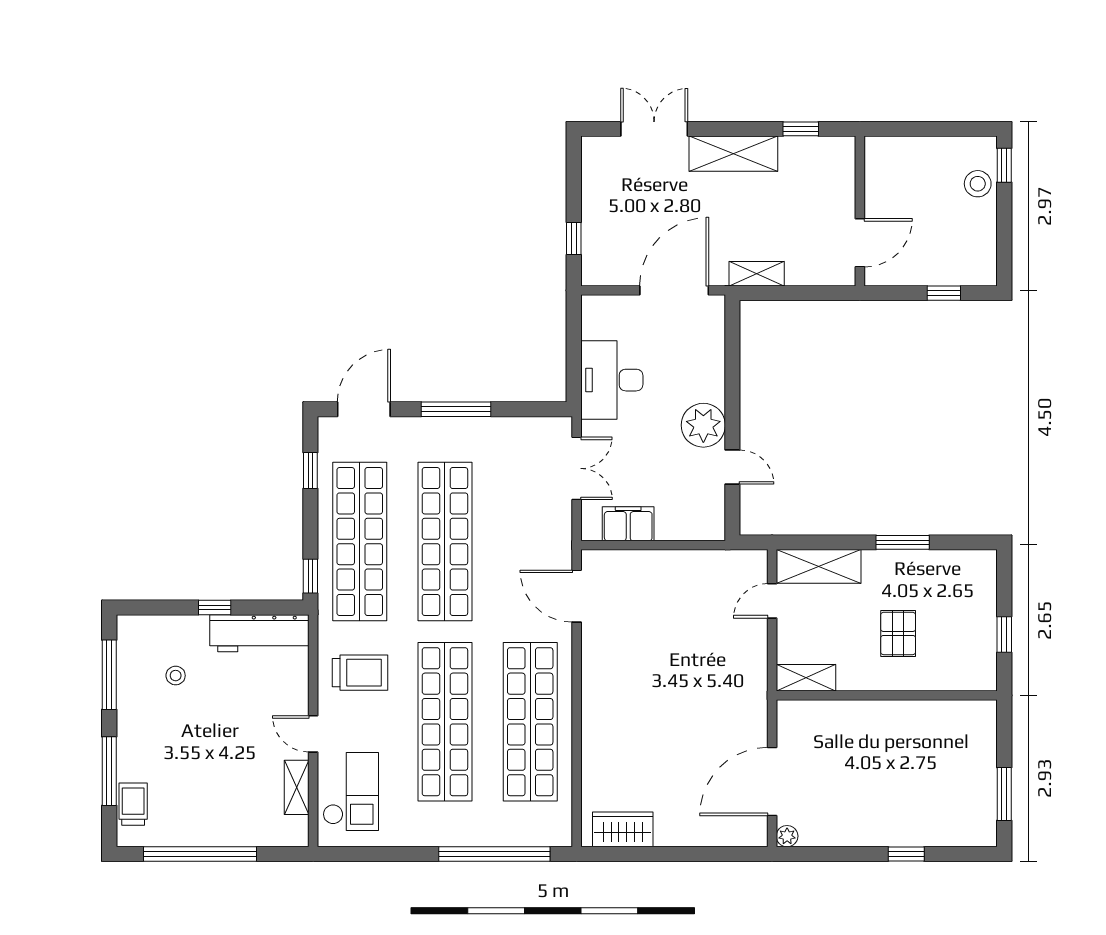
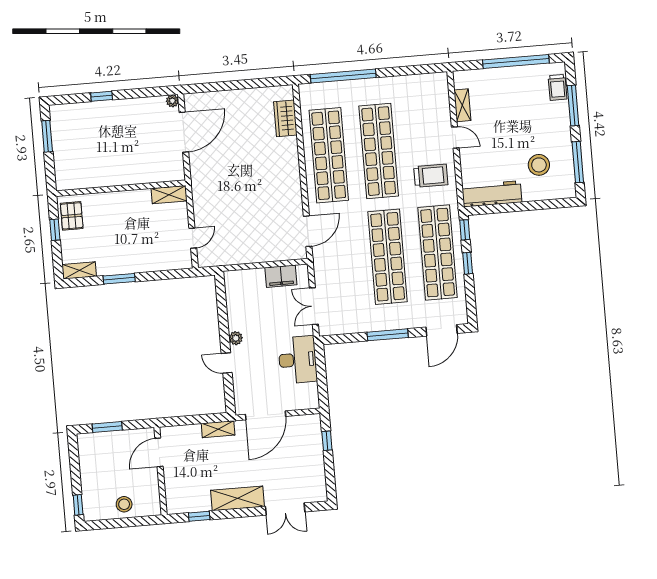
stool: (978, 184) -> (124, 504), moved
window: (944, 293) -> (107, 427), width x1.50
plant: (703, 425) -> (236, 338), width x0.53, depth x0.53
door: (732, 467) -> (227, 363), moved
window: (310, 471) -> (468, 263), moved
shelving: (819, 566) -> (79, 270), moved, width x0.67, depth x0.75
door: (577, 596) -> (308, 231), hinge flipped
window: (215, 608) -> (519, 207), removed
pallet: (898, 633) -> (72, 216), moved
trolley: (360, 673) -> (431, 176), turned 180
stool: (176, 676) -> (539, 165), width x1.89, depth x1.89
checkout: (351, 791) -> (431, 106), removed
wardrobe: (623, 829) -> (285, 118), moved, turned 90

